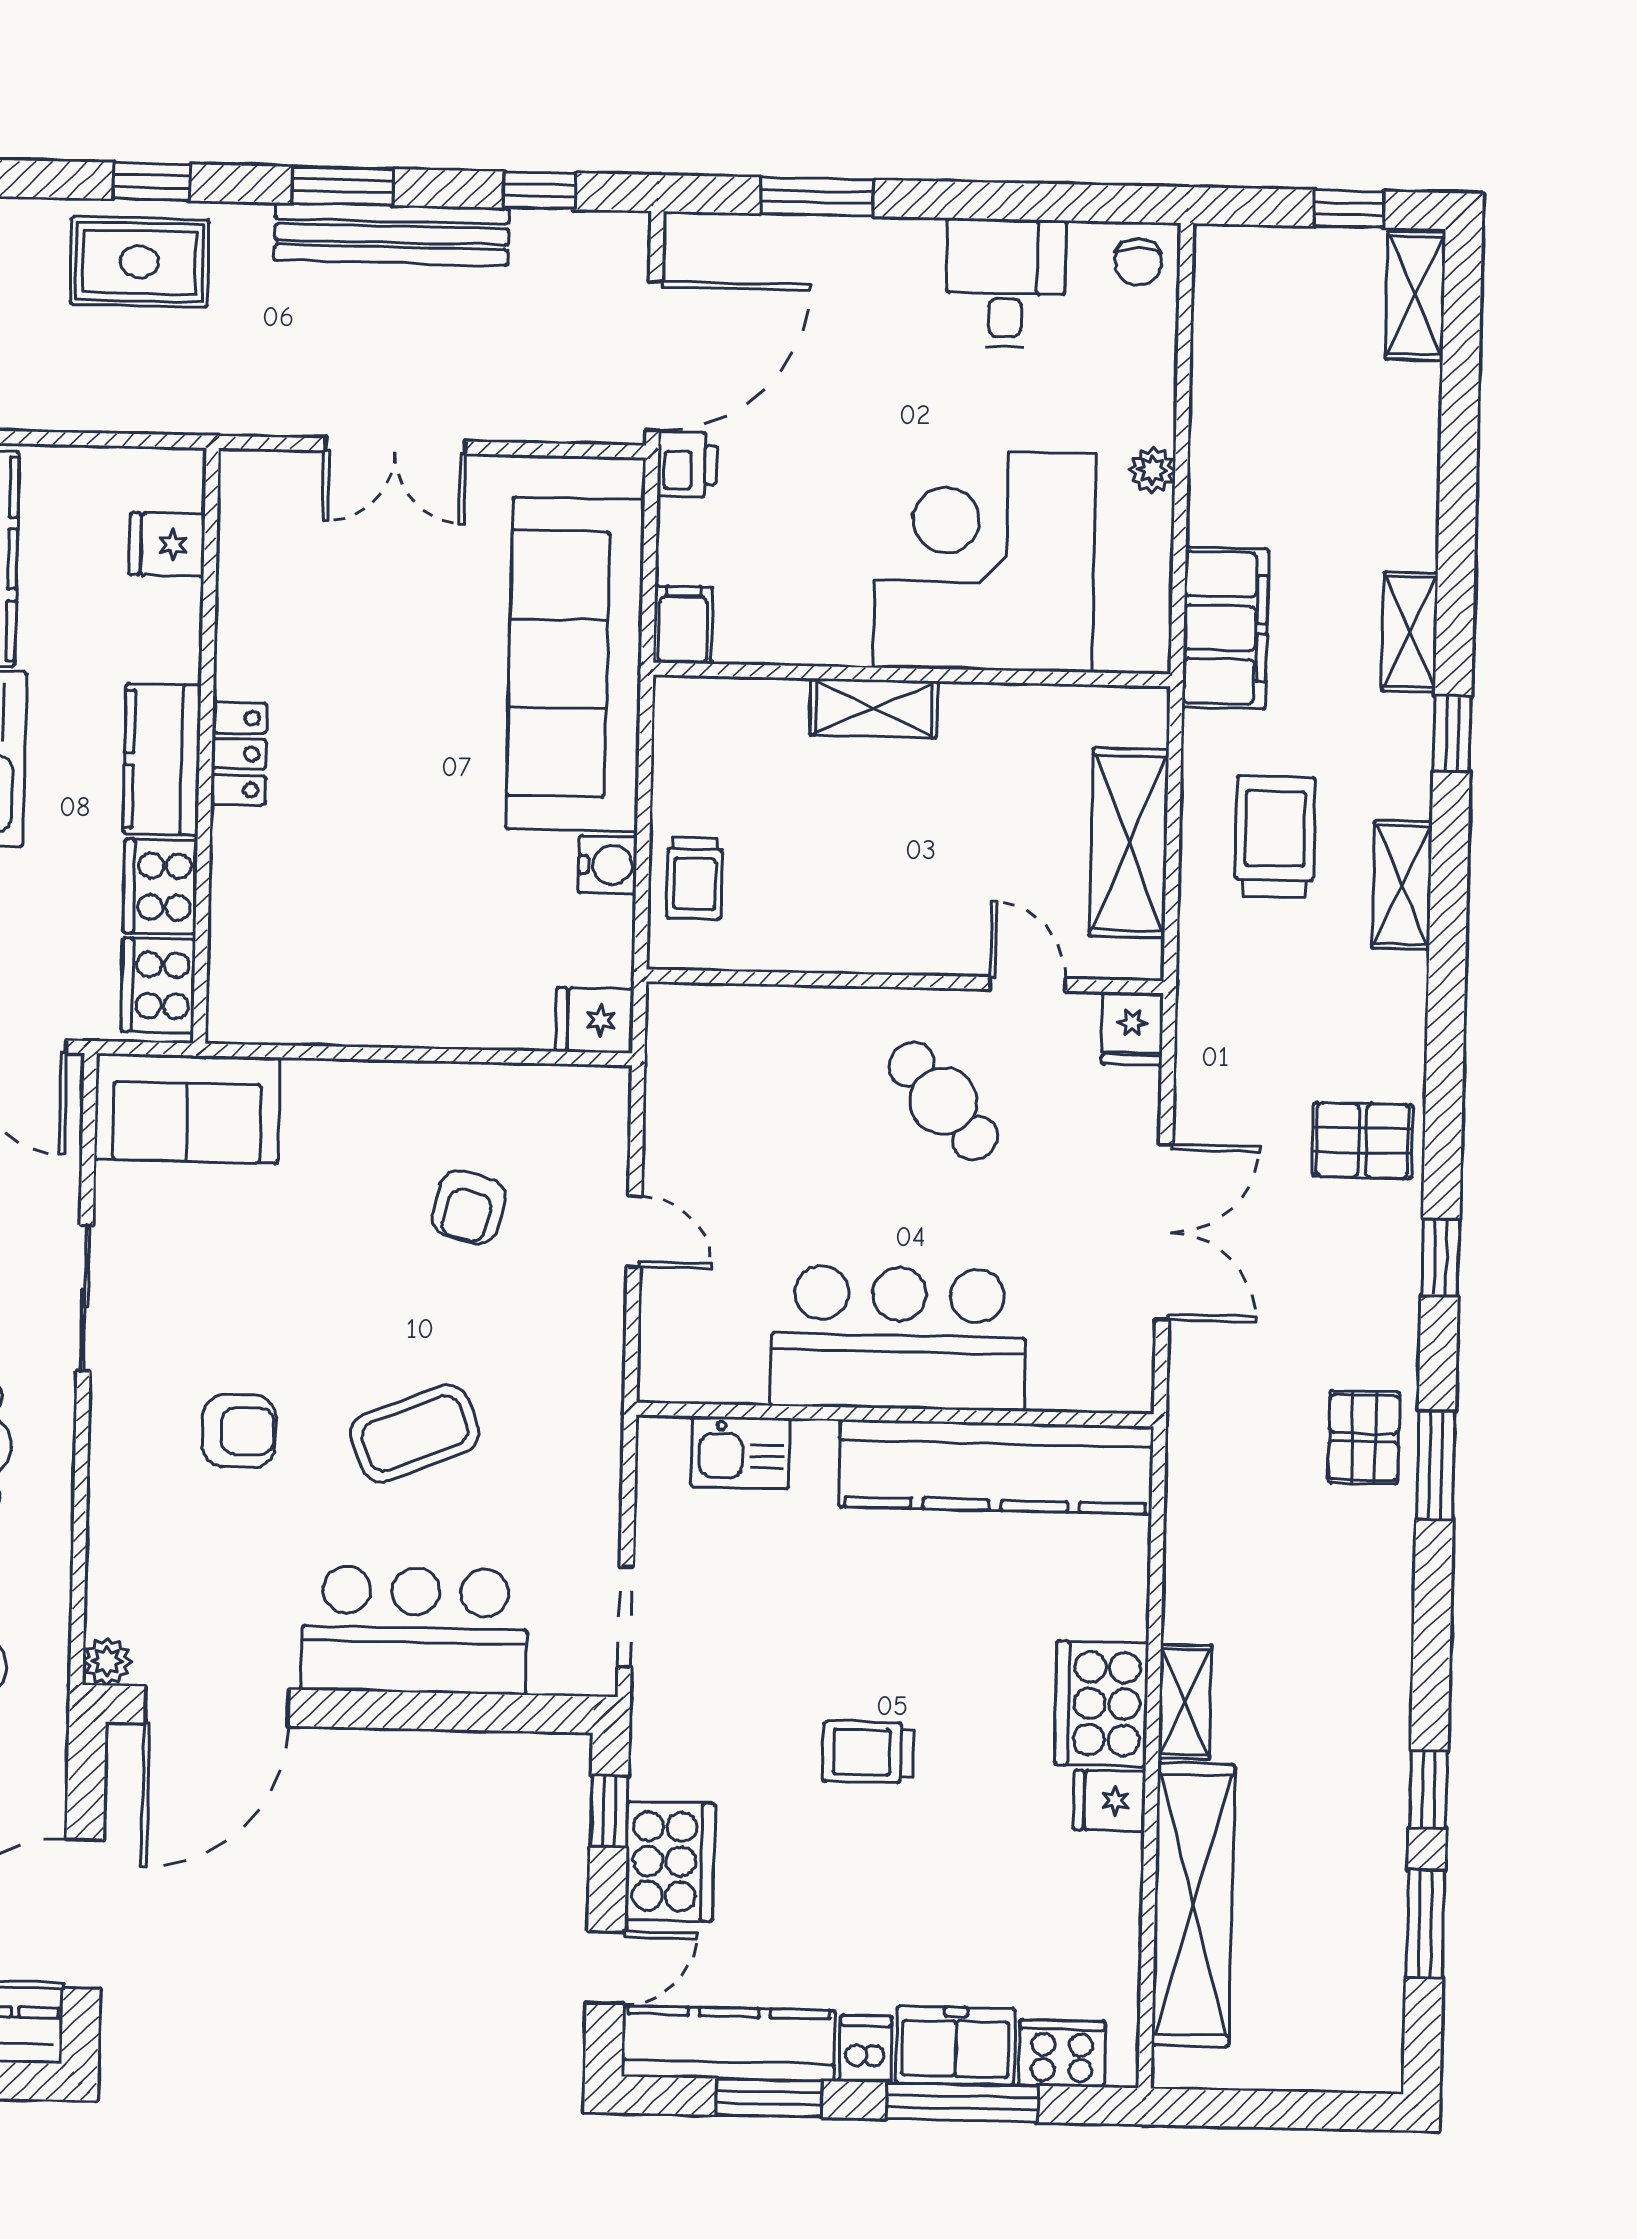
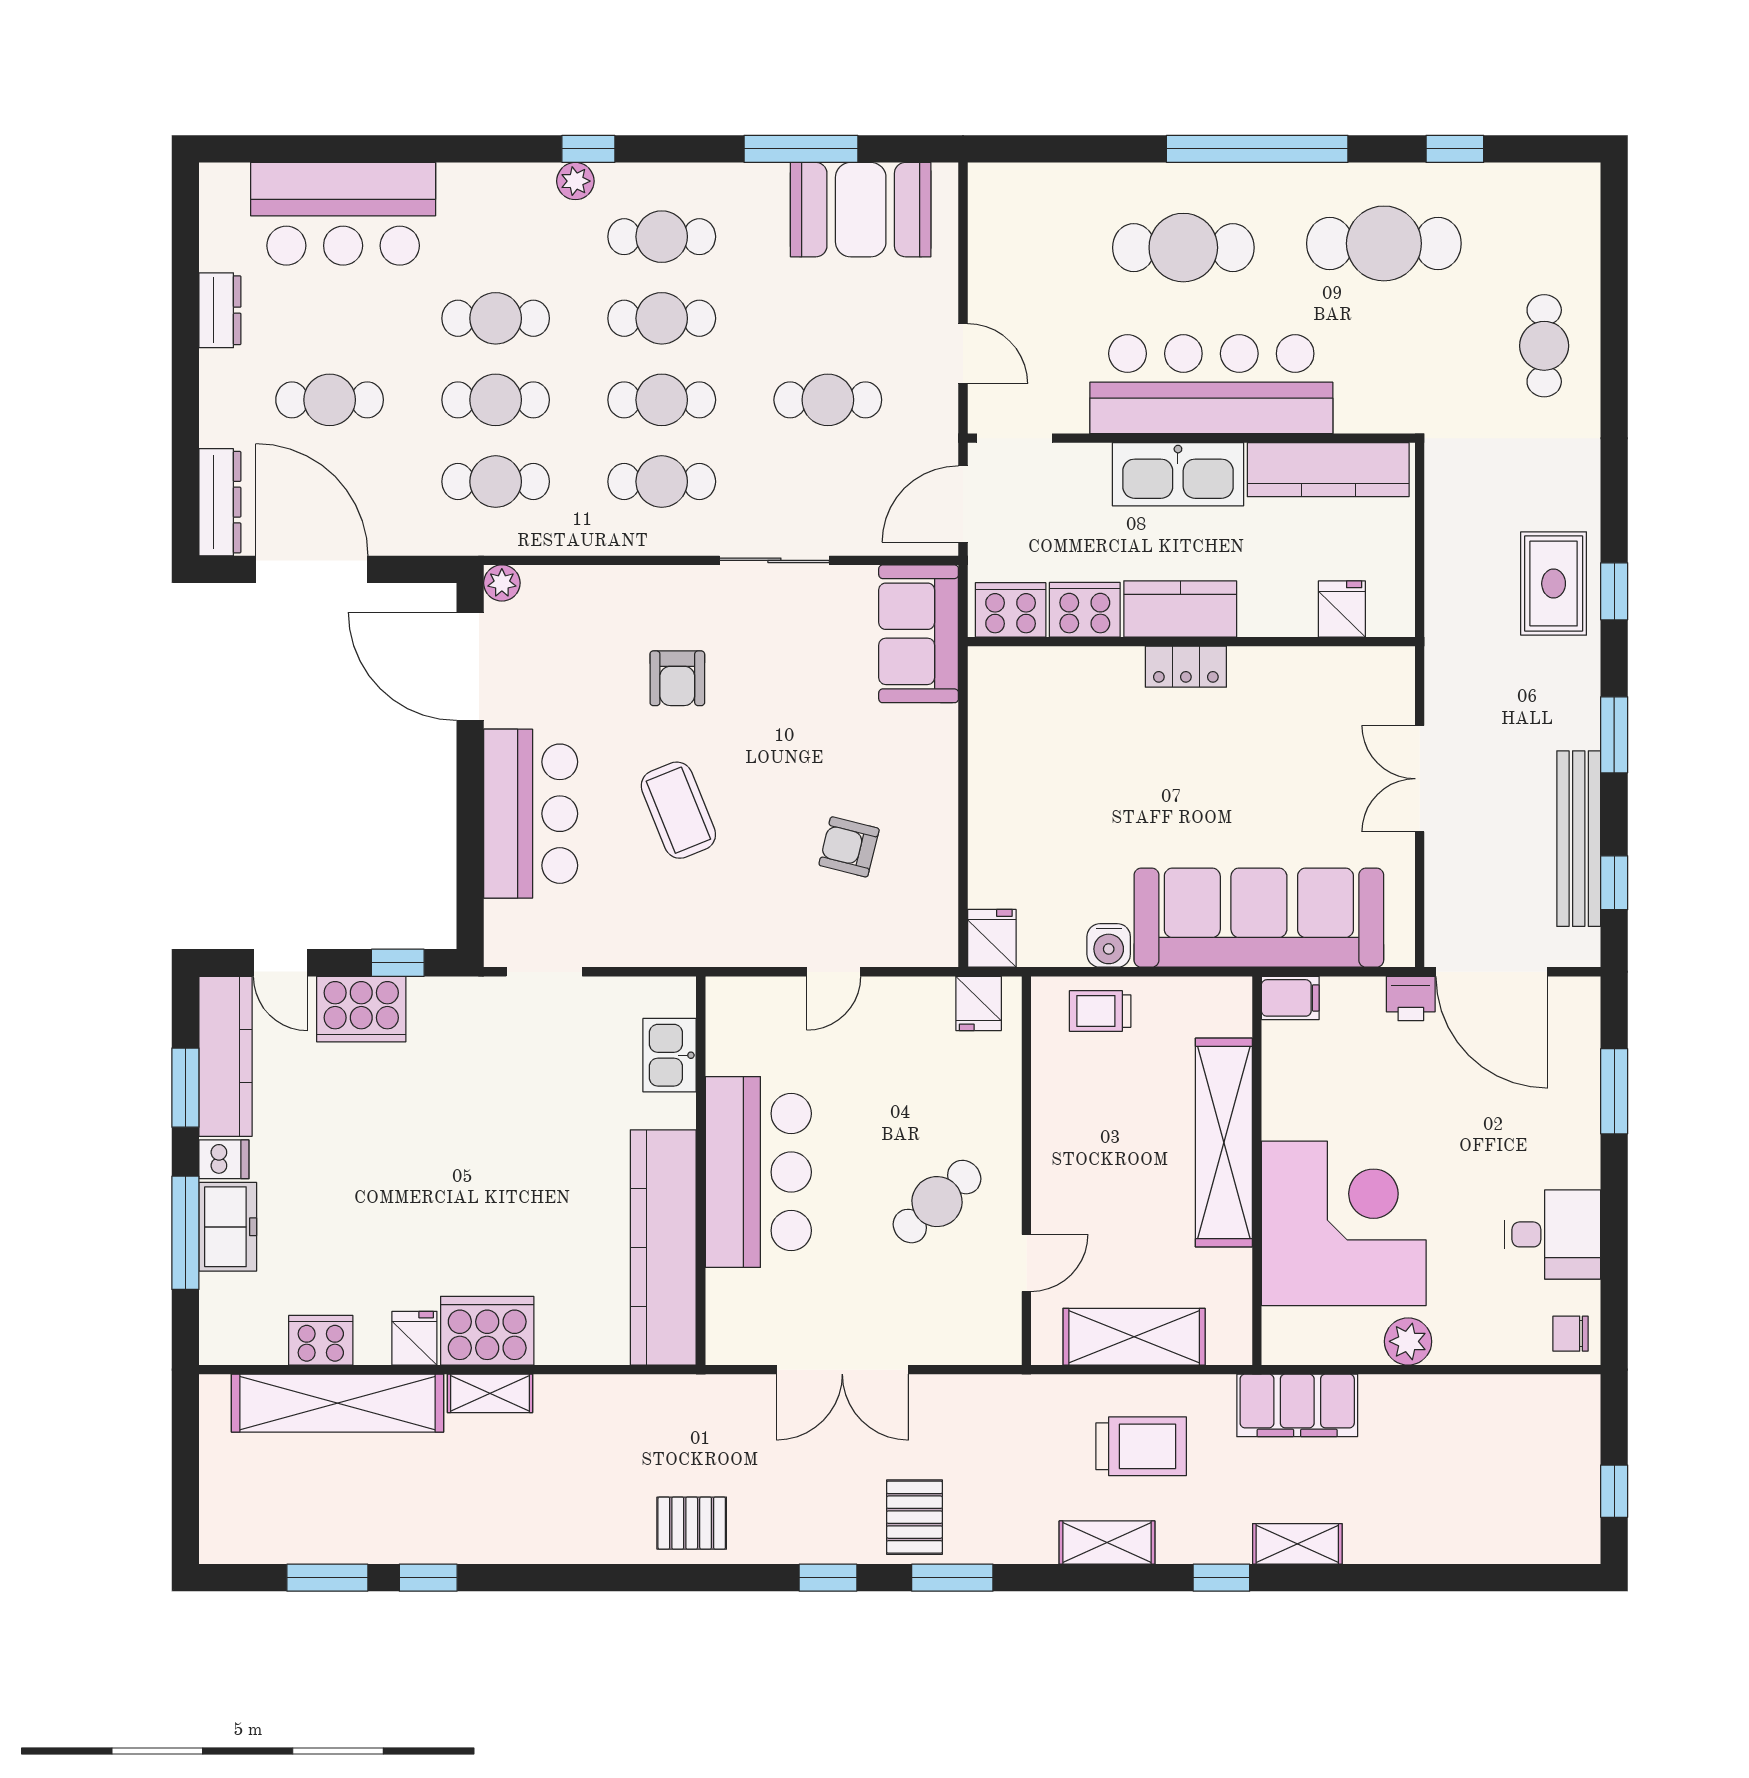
bench: (392, 234) -> (1579, 839), moved
shelving: (1415, 296) -> (1550, 1542), removed
plant: (1152, 470) -> (1408, 1341), width x1.38, depth x1.38
shelving: (874, 708) -> (1224, 1143), width x2.20, depth x1.33
fridge: (1132, 1029) -> (979, 1003), moved, turned -90
window: (1436, 1465) -> (952, 1578), moved
trolley: (868, 1752) -> (447, 1156), removed
cooker: (1062, 2053) -> (321, 1340), moved, turned -90

